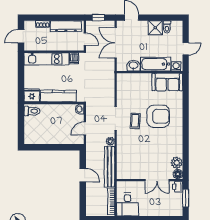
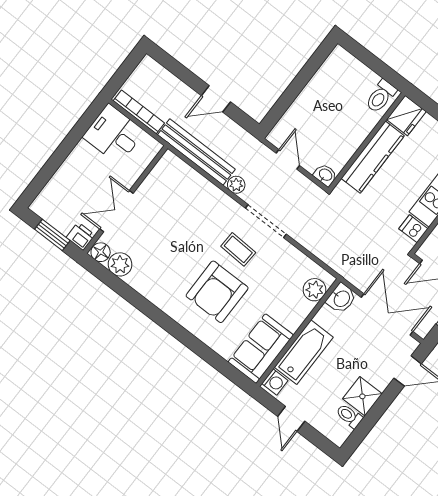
washbasin: (133, 66) -> (341, 298), moved
plant: (128, 79) -> (314, 290), added

